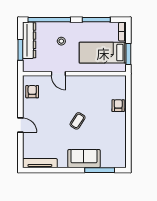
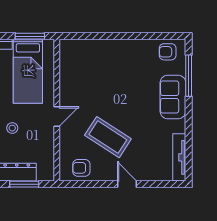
door: (58, 74) -> (57, 117), moved
armchair: (118, 106) -> (168, 52), moved
coffee table: (78, 121) -> (108, 137), moved, width x1.86, depth x1.72
door: (20, 125) -> (127, 184), hinge flipped

